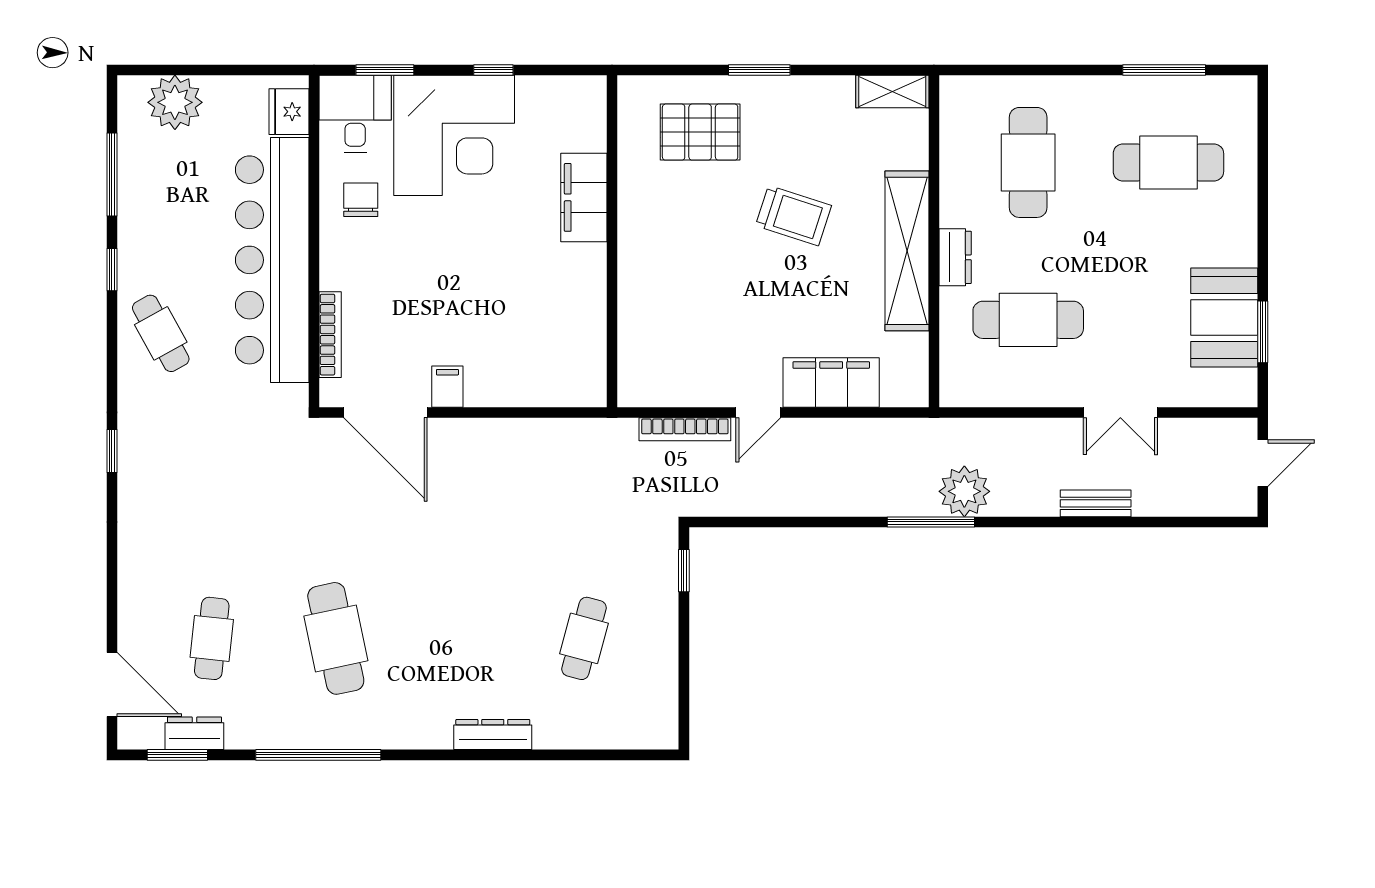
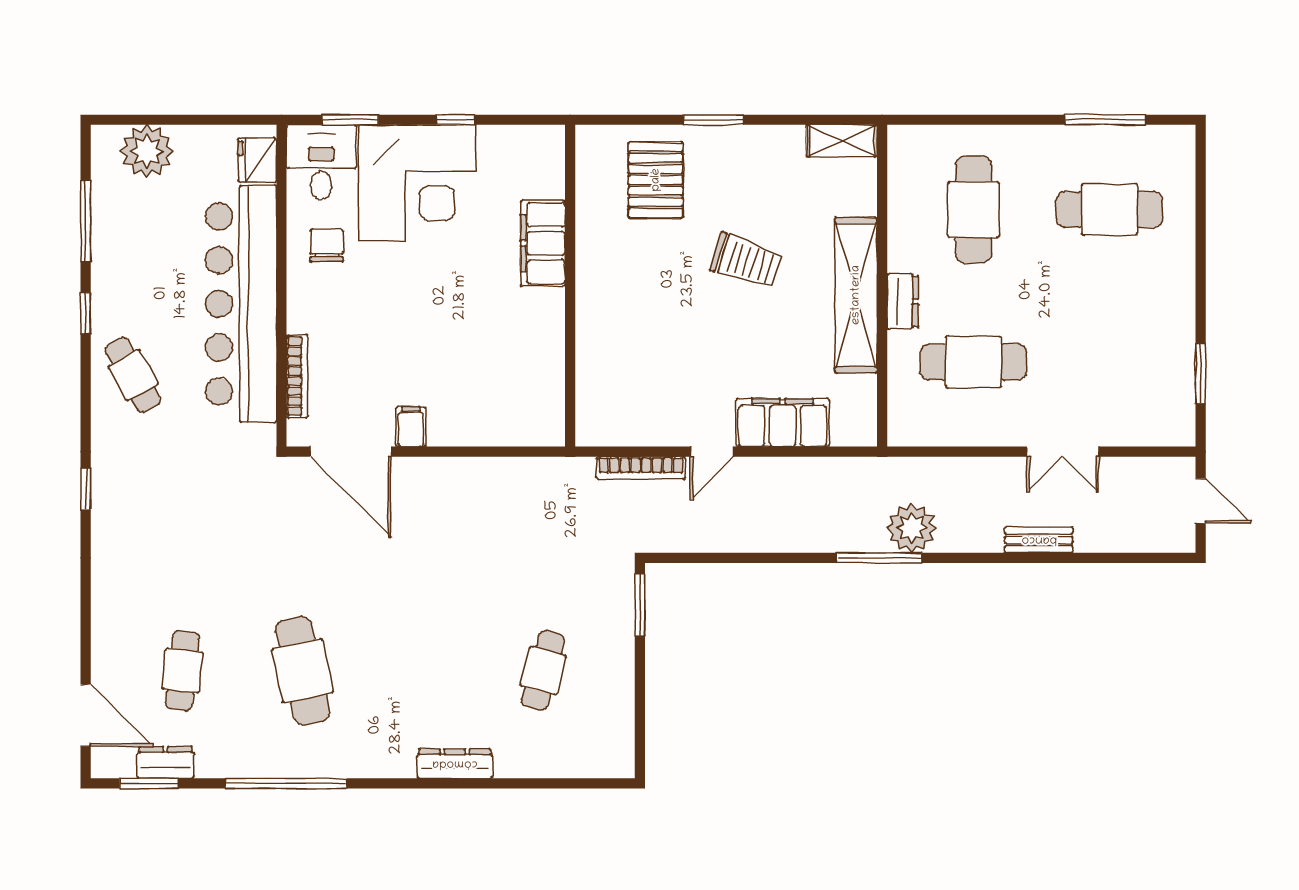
pallet: (700, 132) -> (656, 180), turned 90
booth: (1224, 317) -> (1163, 360), removed
door: (1263, 463) -> (1201, 501), hinge flipped
window: (684, 571) -> (640, 605), width x1.50

